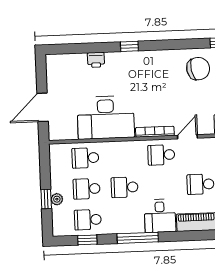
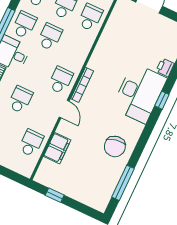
desk: (106, 118) -> (139, 93), moved, turned 180
school desk: (126, 218) -> (24, 25), added

